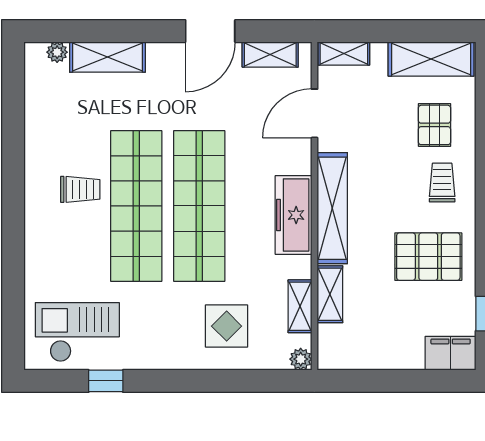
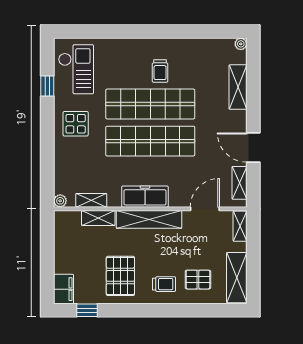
plant: (57, 52) -> (241, 44), moved
door: (314, 113) -> (205, 209), hinge flipped
display table: (227, 326) -> (76, 124), moved

